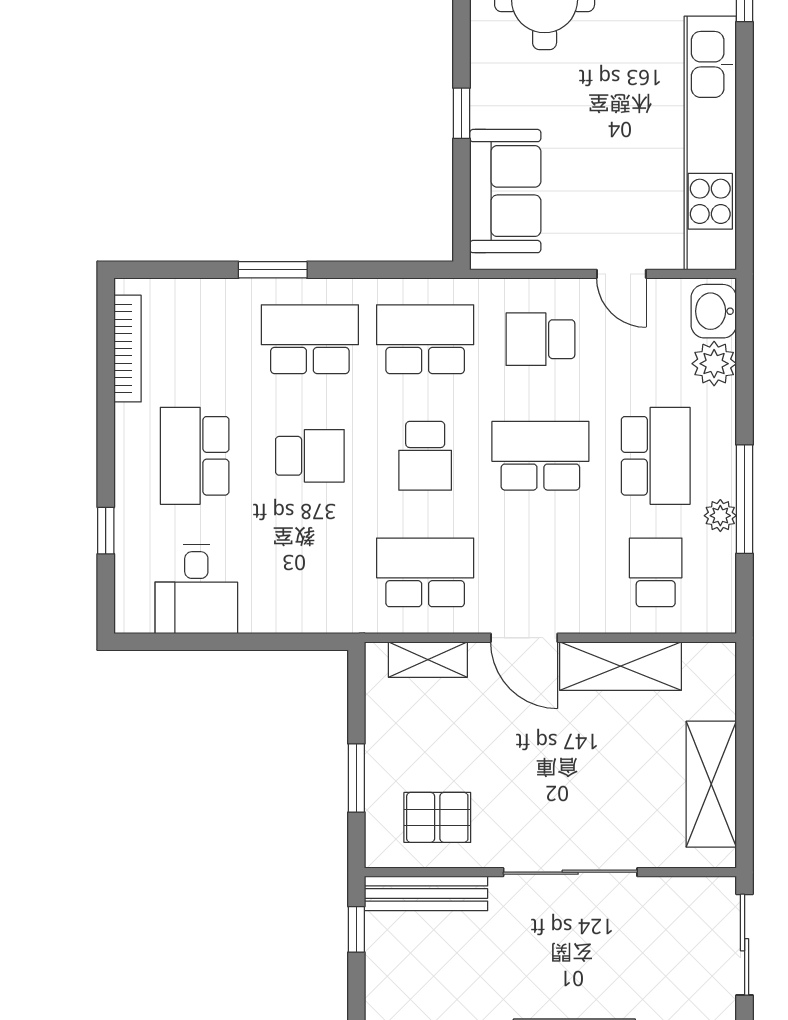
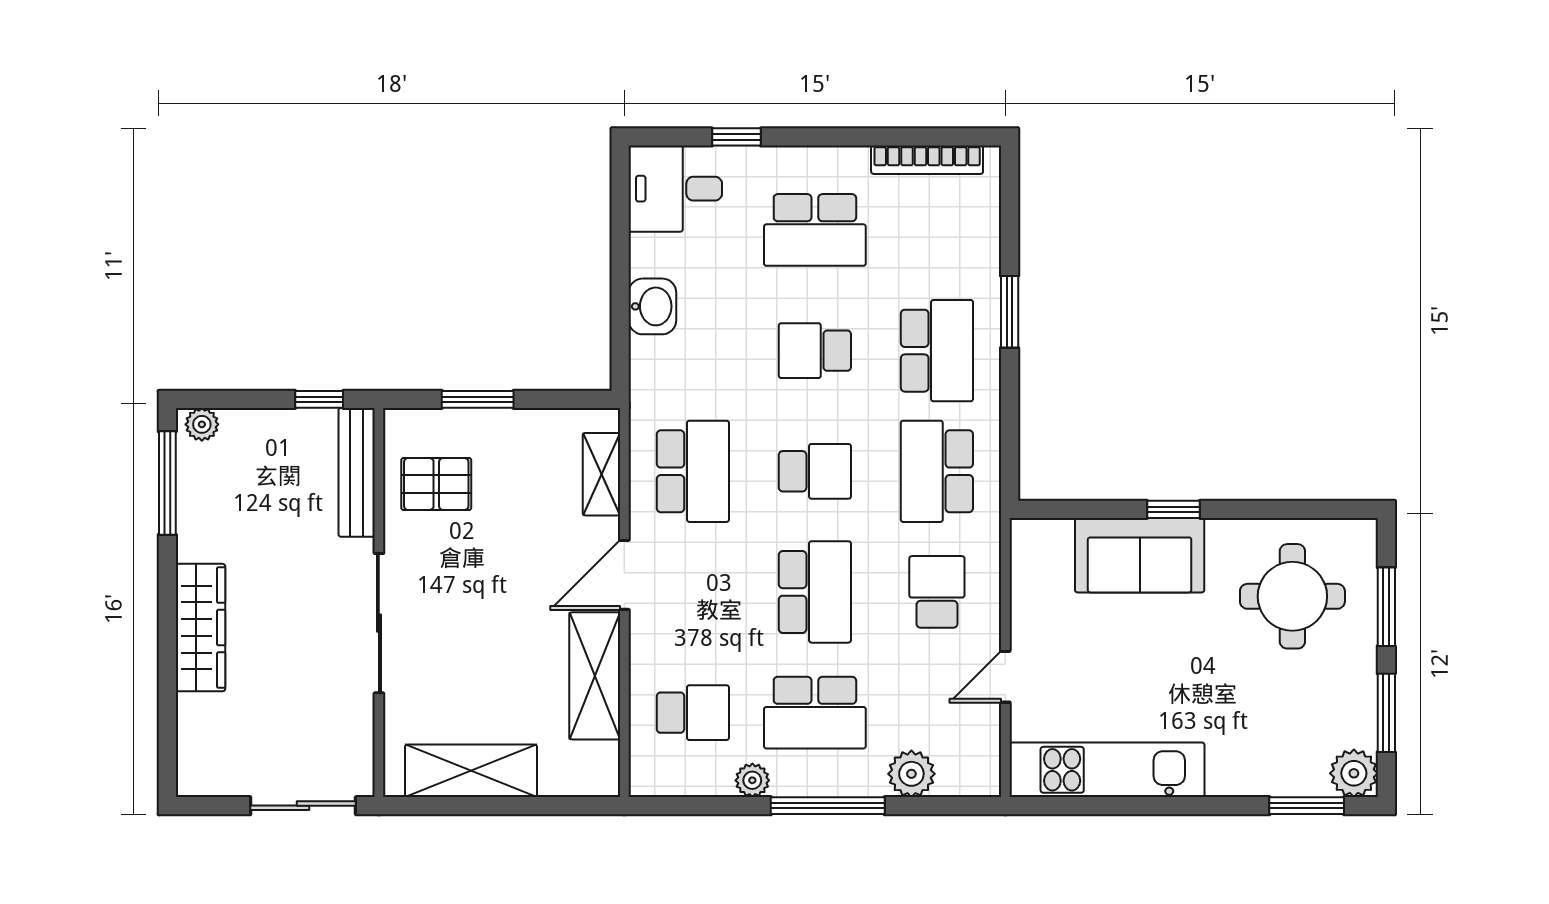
kitchen unit: (710, 143) -> (1107, 770), width x0.73
sofa: (505, 191) -> (1140, 555), moved
washbasin: (714, 311) -> (652, 306), moved, turned 90
school desk: (425, 339) -> (937, 471), turned 180
school desk: (195, 456) -> (815, 230), turned 180
school desk: (310, 456) -> (815, 351), turned 90
school desk: (425, 456) -> (815, 471), turned 180
window: (745, 499) -> (828, 806), moved
desk: (196, 589) -> (675, 189), moved
pallet: (437, 817) -> (436, 484), turned 90

